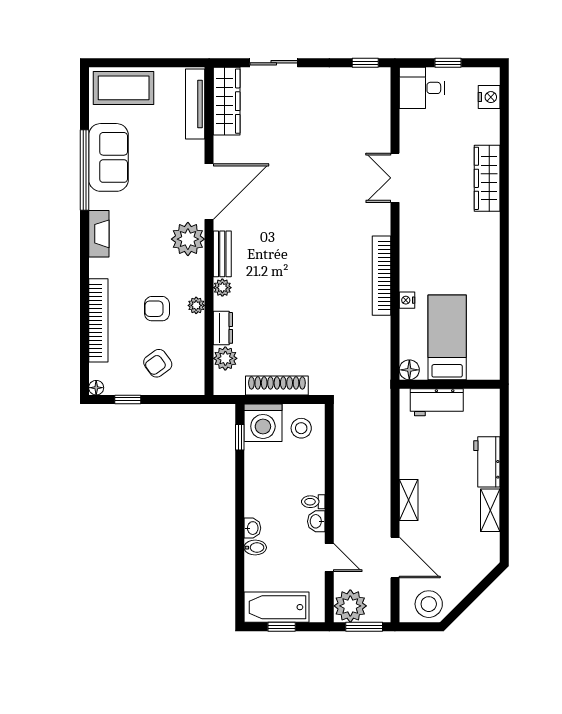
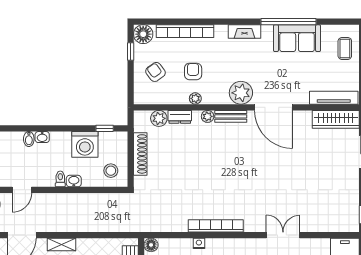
coffee table: (124, 88) -> (345, 48), width x0.54, depth x0.58
floor lamp: (96, 388) -> (143, 34), width x1.89, depth x1.89
washing machine: (263, 423) -> (85, 144), moved, turned -90
washbasin: (316, 521) -> (74, 181), moved

